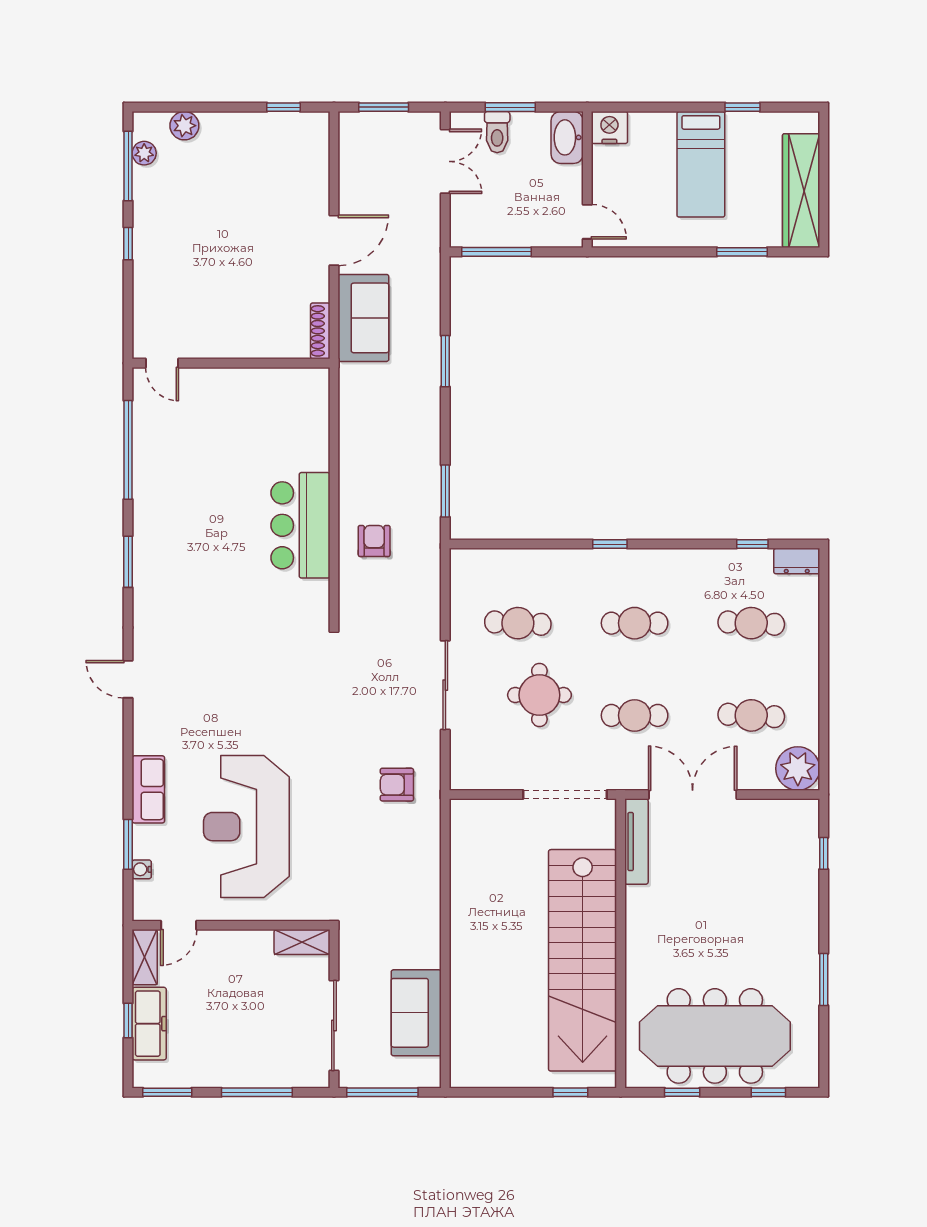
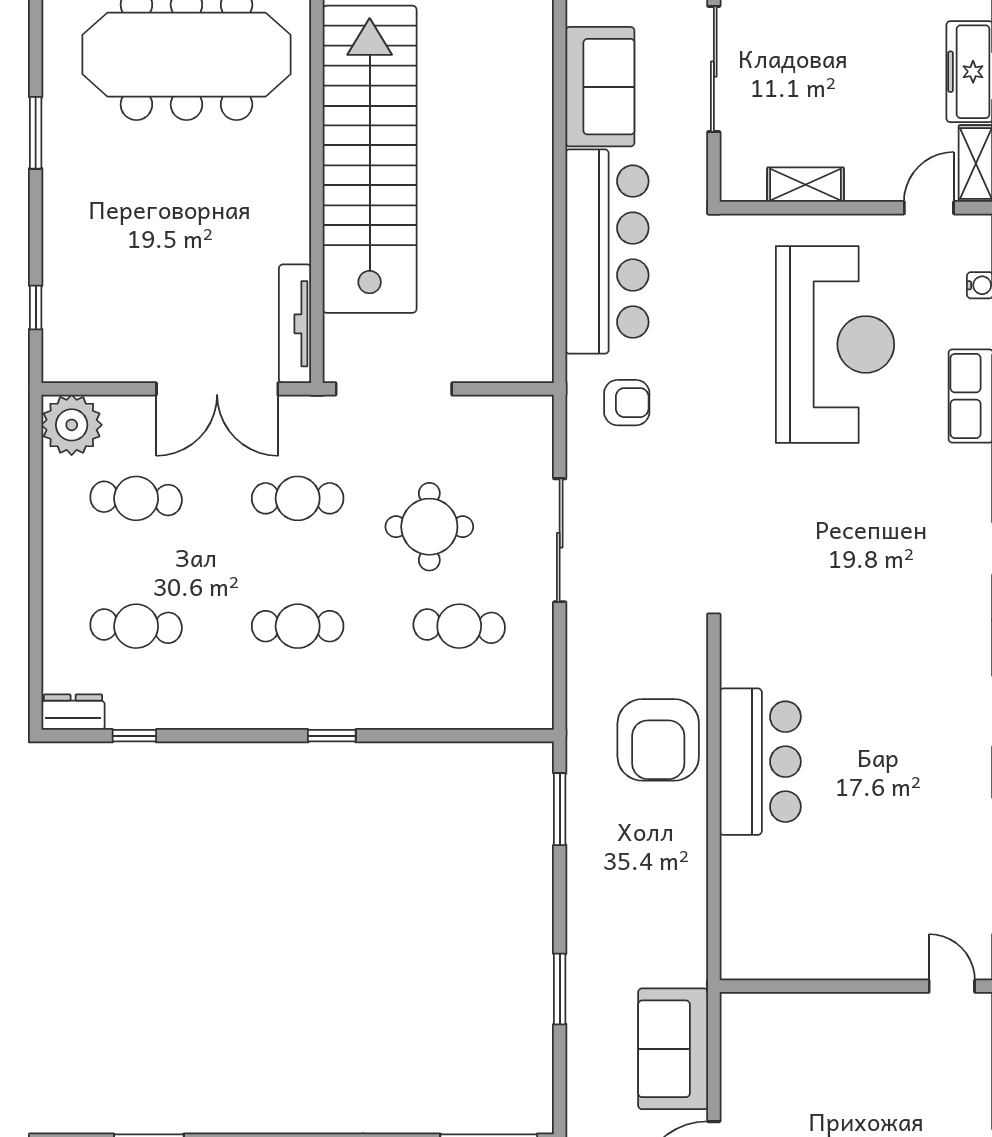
shoe rack: (320, 331) -> (733, 1031), removed
armchair: (374, 541) -> (658, 740), width x1.88, depth x1.88
bar counter: (411, 894) -> (607, 252), added
shelving: (302, 942) -> (805, 185), moved

